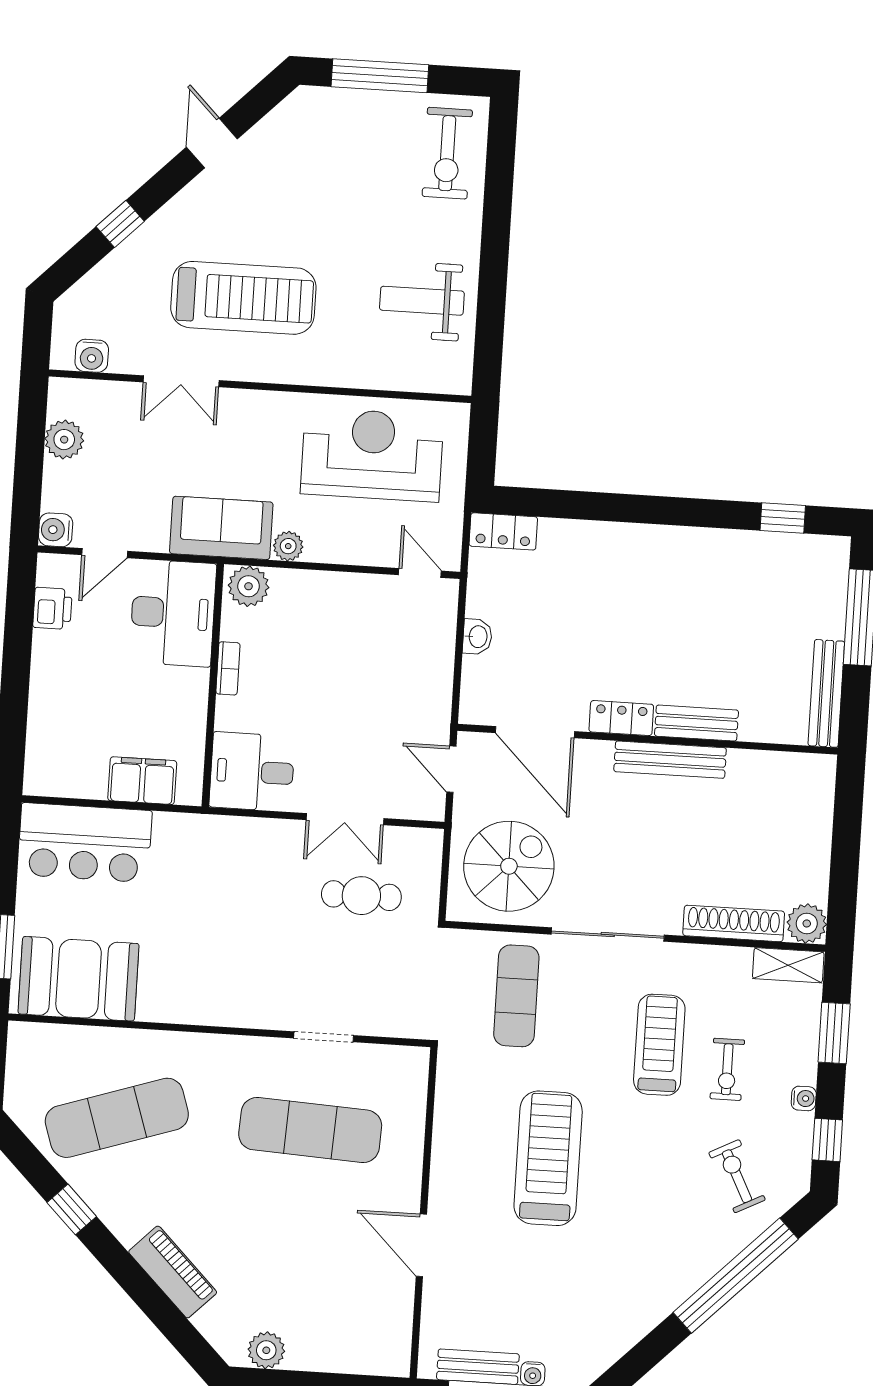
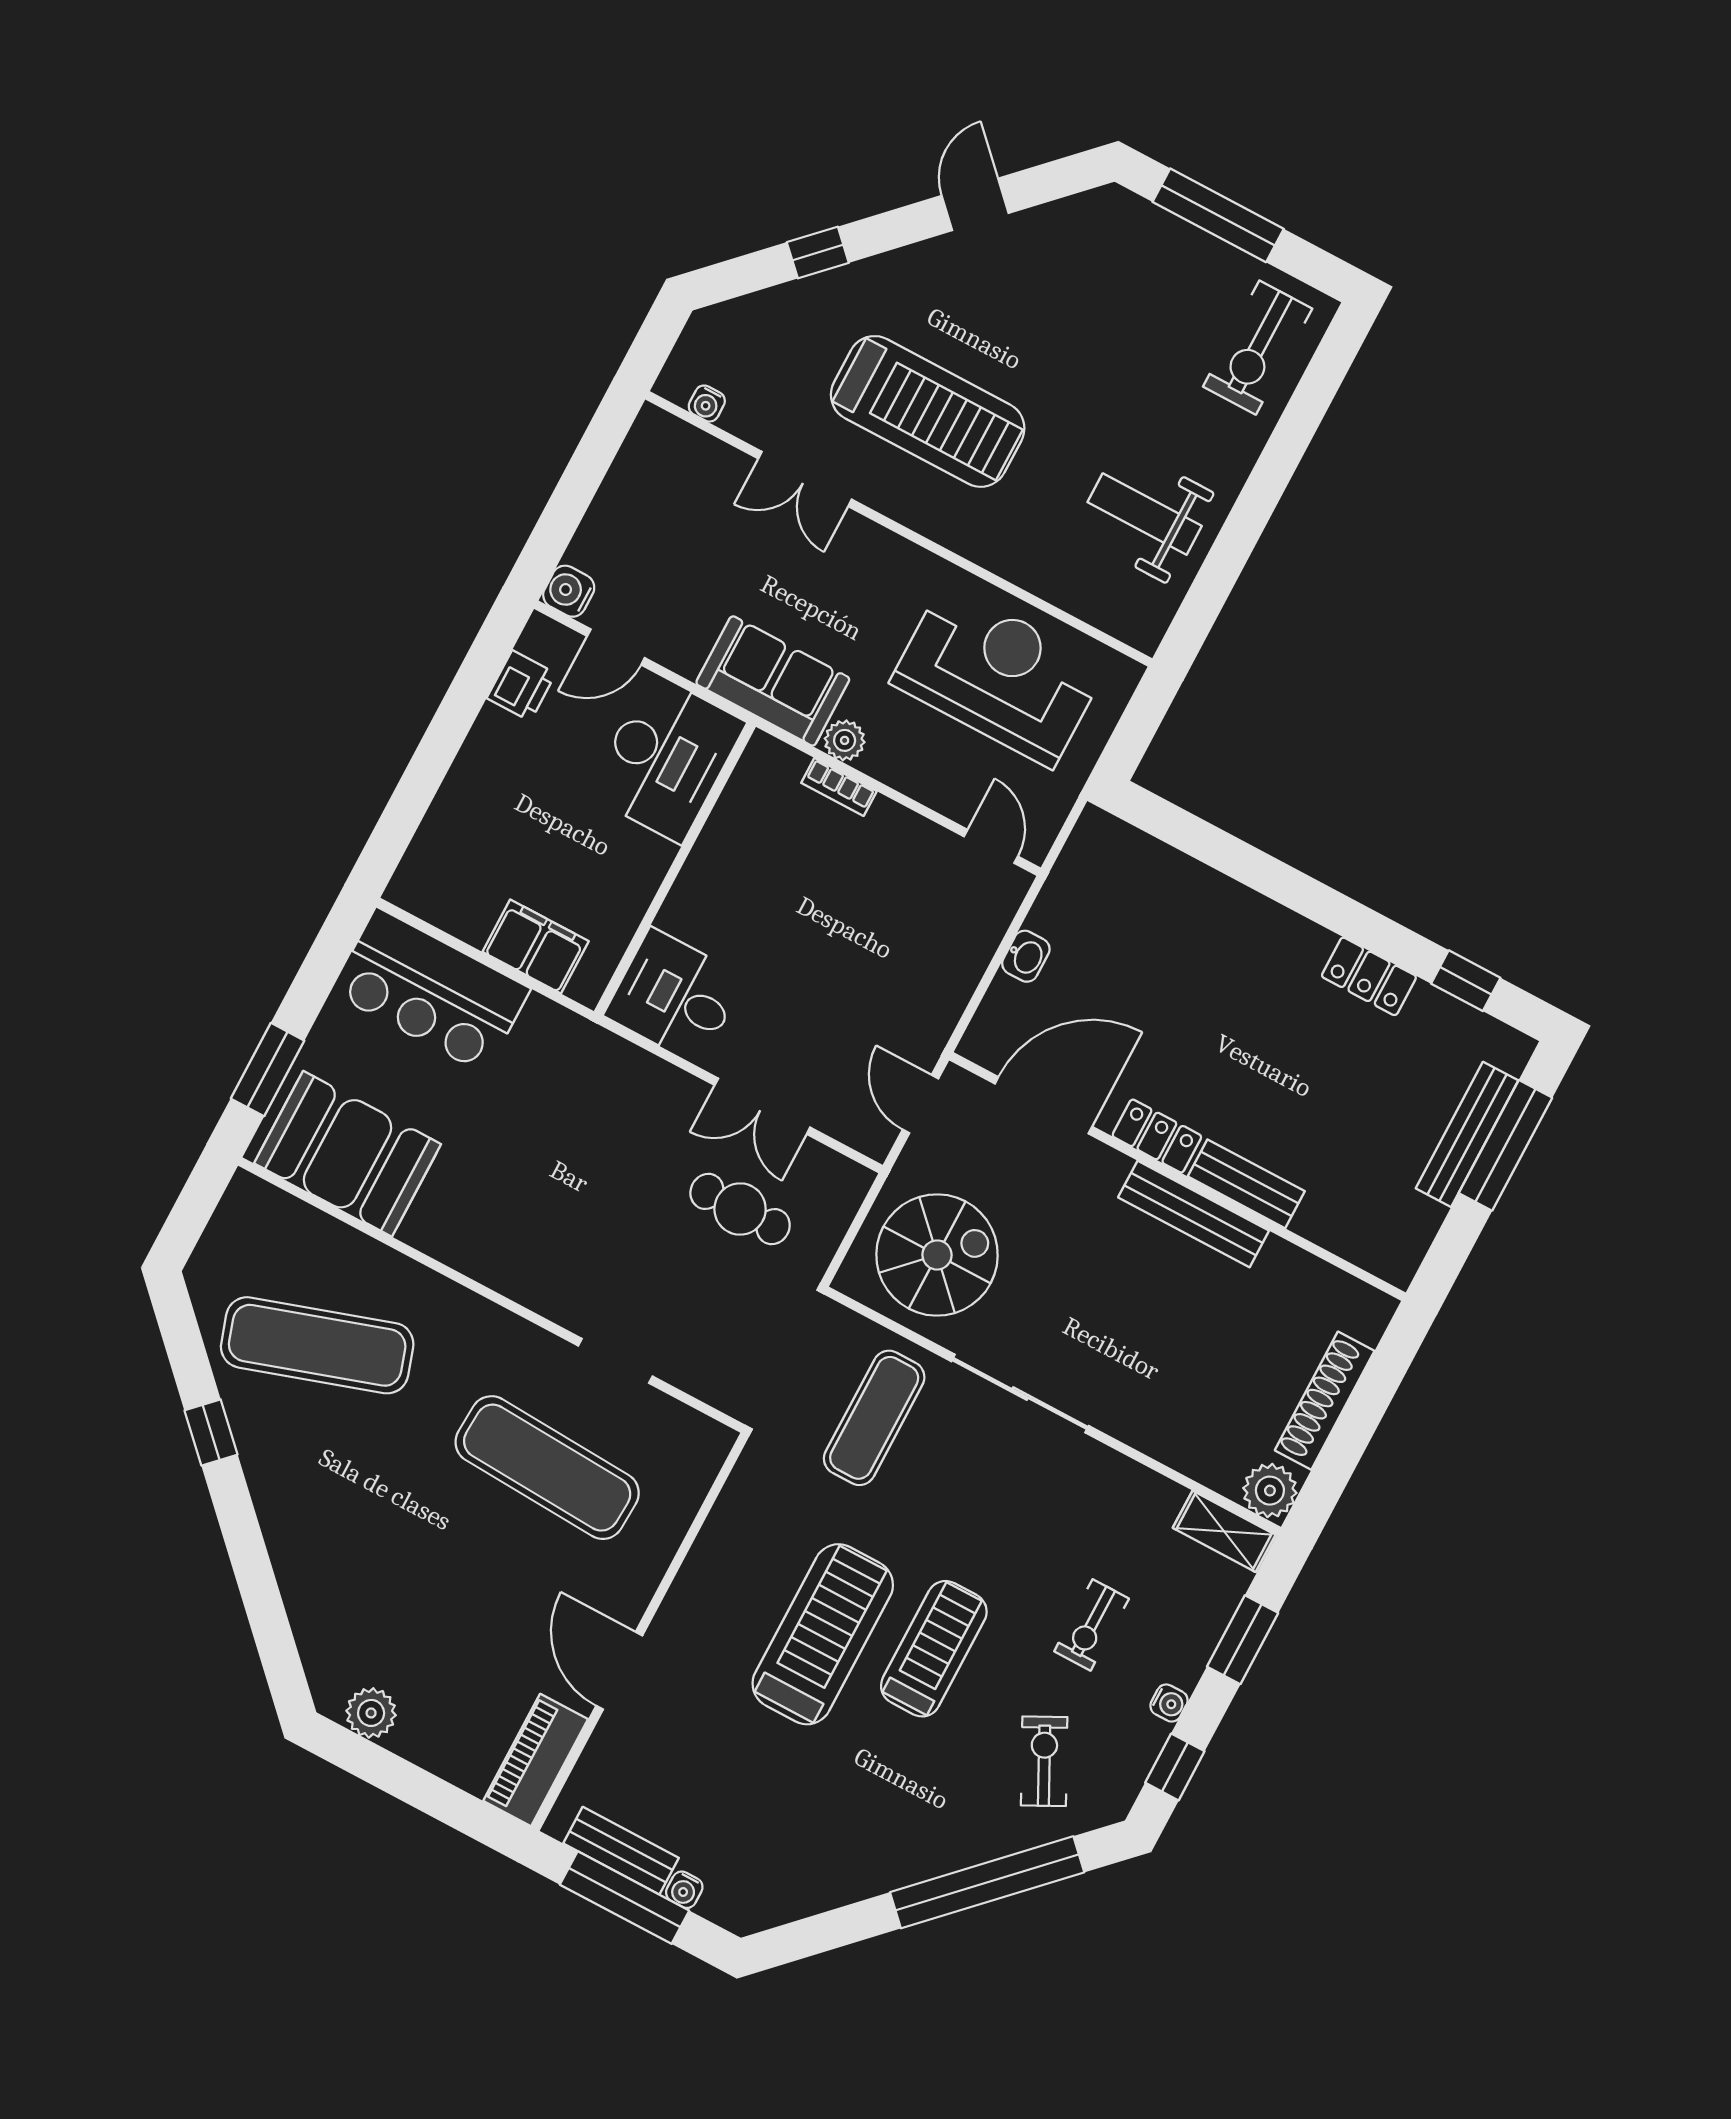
water cooler: (92, 356) -> (707, 404), width x0.72, depth x0.72
plant: (64, 440) -> (629, 486), removed
locker: (503, 531) -> (1369, 976), moved
plant: (249, 586) -> (774, 768), removed
bookcase: (228, 668) -> (839, 787), moved, turned 90
bench: (826, 693) -> (1467, 1134), moved
door: (535, 732) -> (1043, 1105), swing flipped
shoe rack: (734, 923) -> (1325, 1401), moved, turned -90
treadmill: (659, 1045) -> (934, 1649), moved
piano: (173, 1272) -> (536, 1760), moved, turned -135

